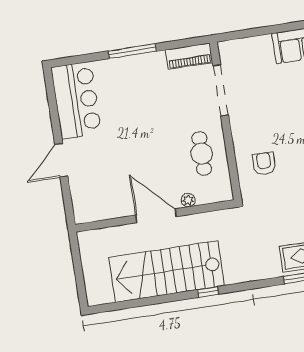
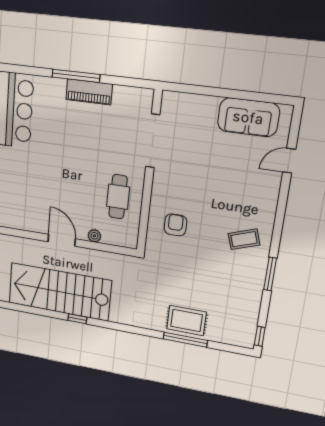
piano: (189, 56) -> (89, 92), moved
door: (156, 216) -> (62, 240), width x0.73
window: (208, 292) -> (77, 319), moved

